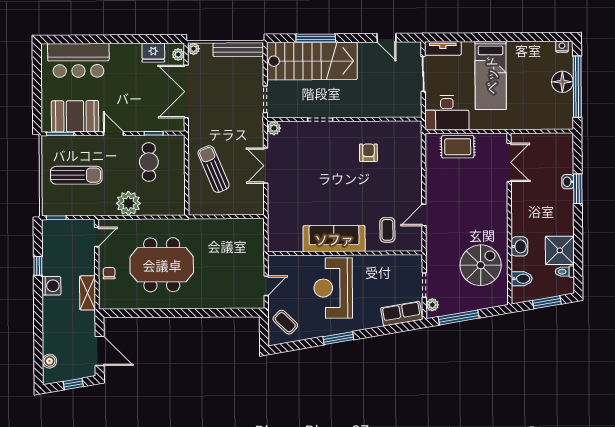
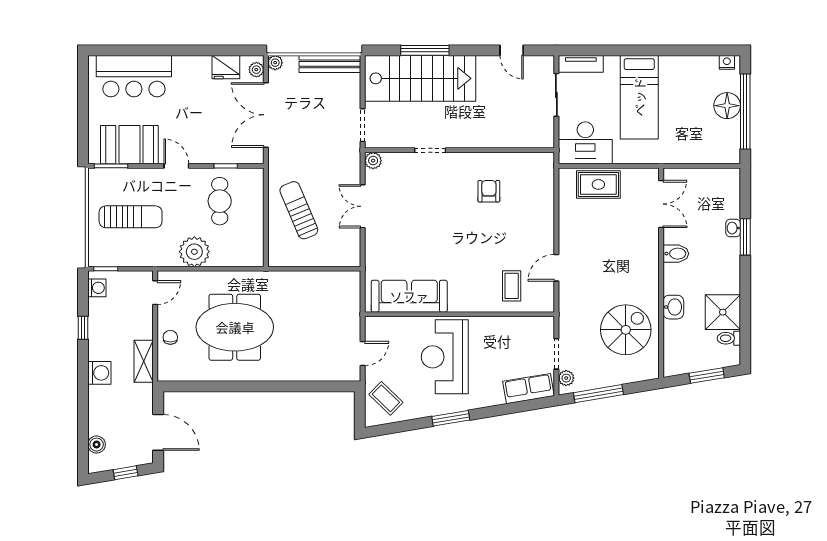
washing machine: (49, 233) -> (97, 288), added
sofa: (334, 239) -> (409, 296), moved
bidet: (522, 279) -> (676, 254), moved
washing machine: (51, 286) -> (99, 373), moved

